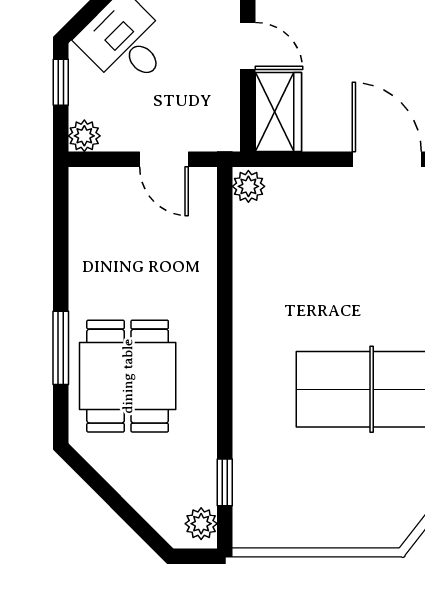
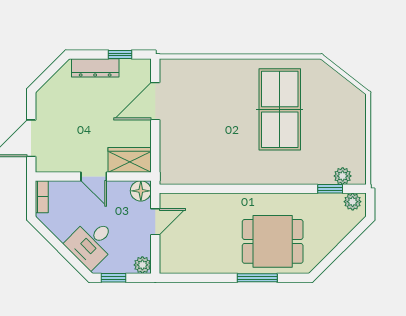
door: (248, 46) -> (94, 176), swing flipped
floor lamp: (221, 133) -> (141, 191), added
plant: (248, 186) -> (343, 176), moved

